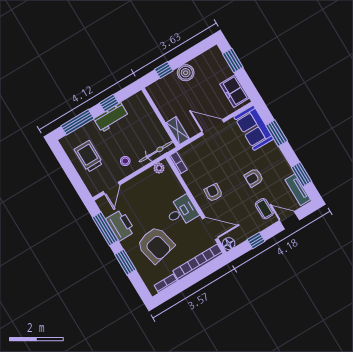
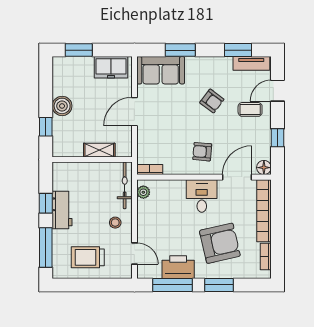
shelving: (178, 131) -> (99, 150), moved
armchair: (254, 178) -> (212, 101), turned -53

